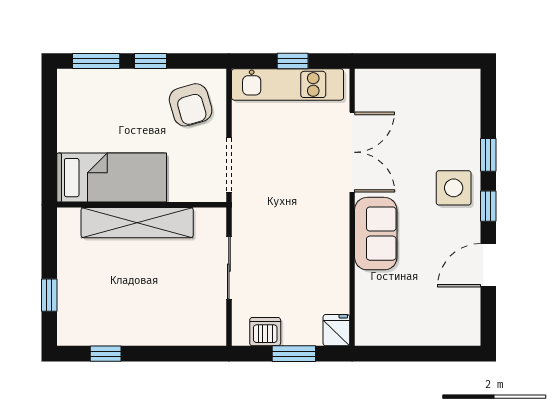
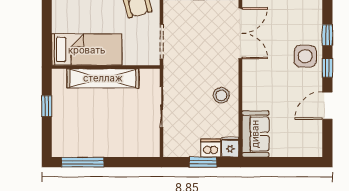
sofa: (376, 234) -> (255, 134), moved
stool: (322, 249) -> (221, 95), added
window: (49, 295) -> (47, 106), moved
dishwasher: (265, 332) -> (211, 148), moved
window: (106, 354) -> (83, 162), width x2.17

